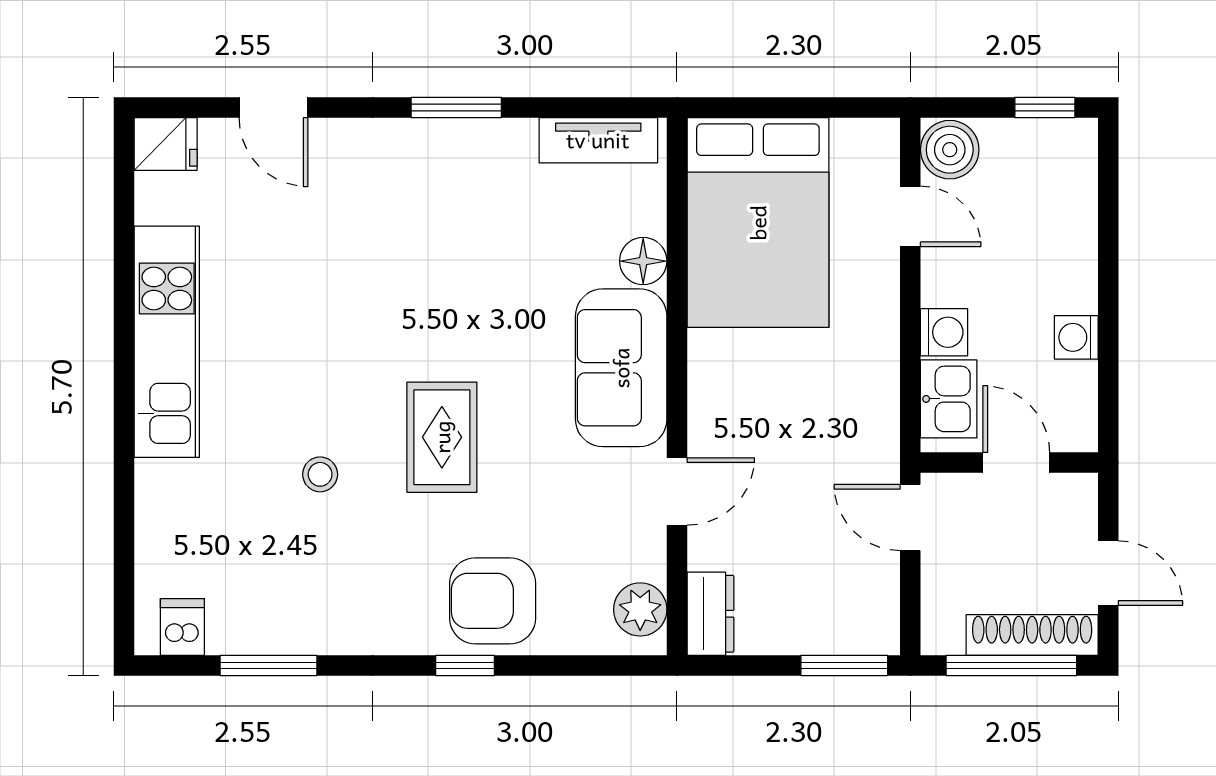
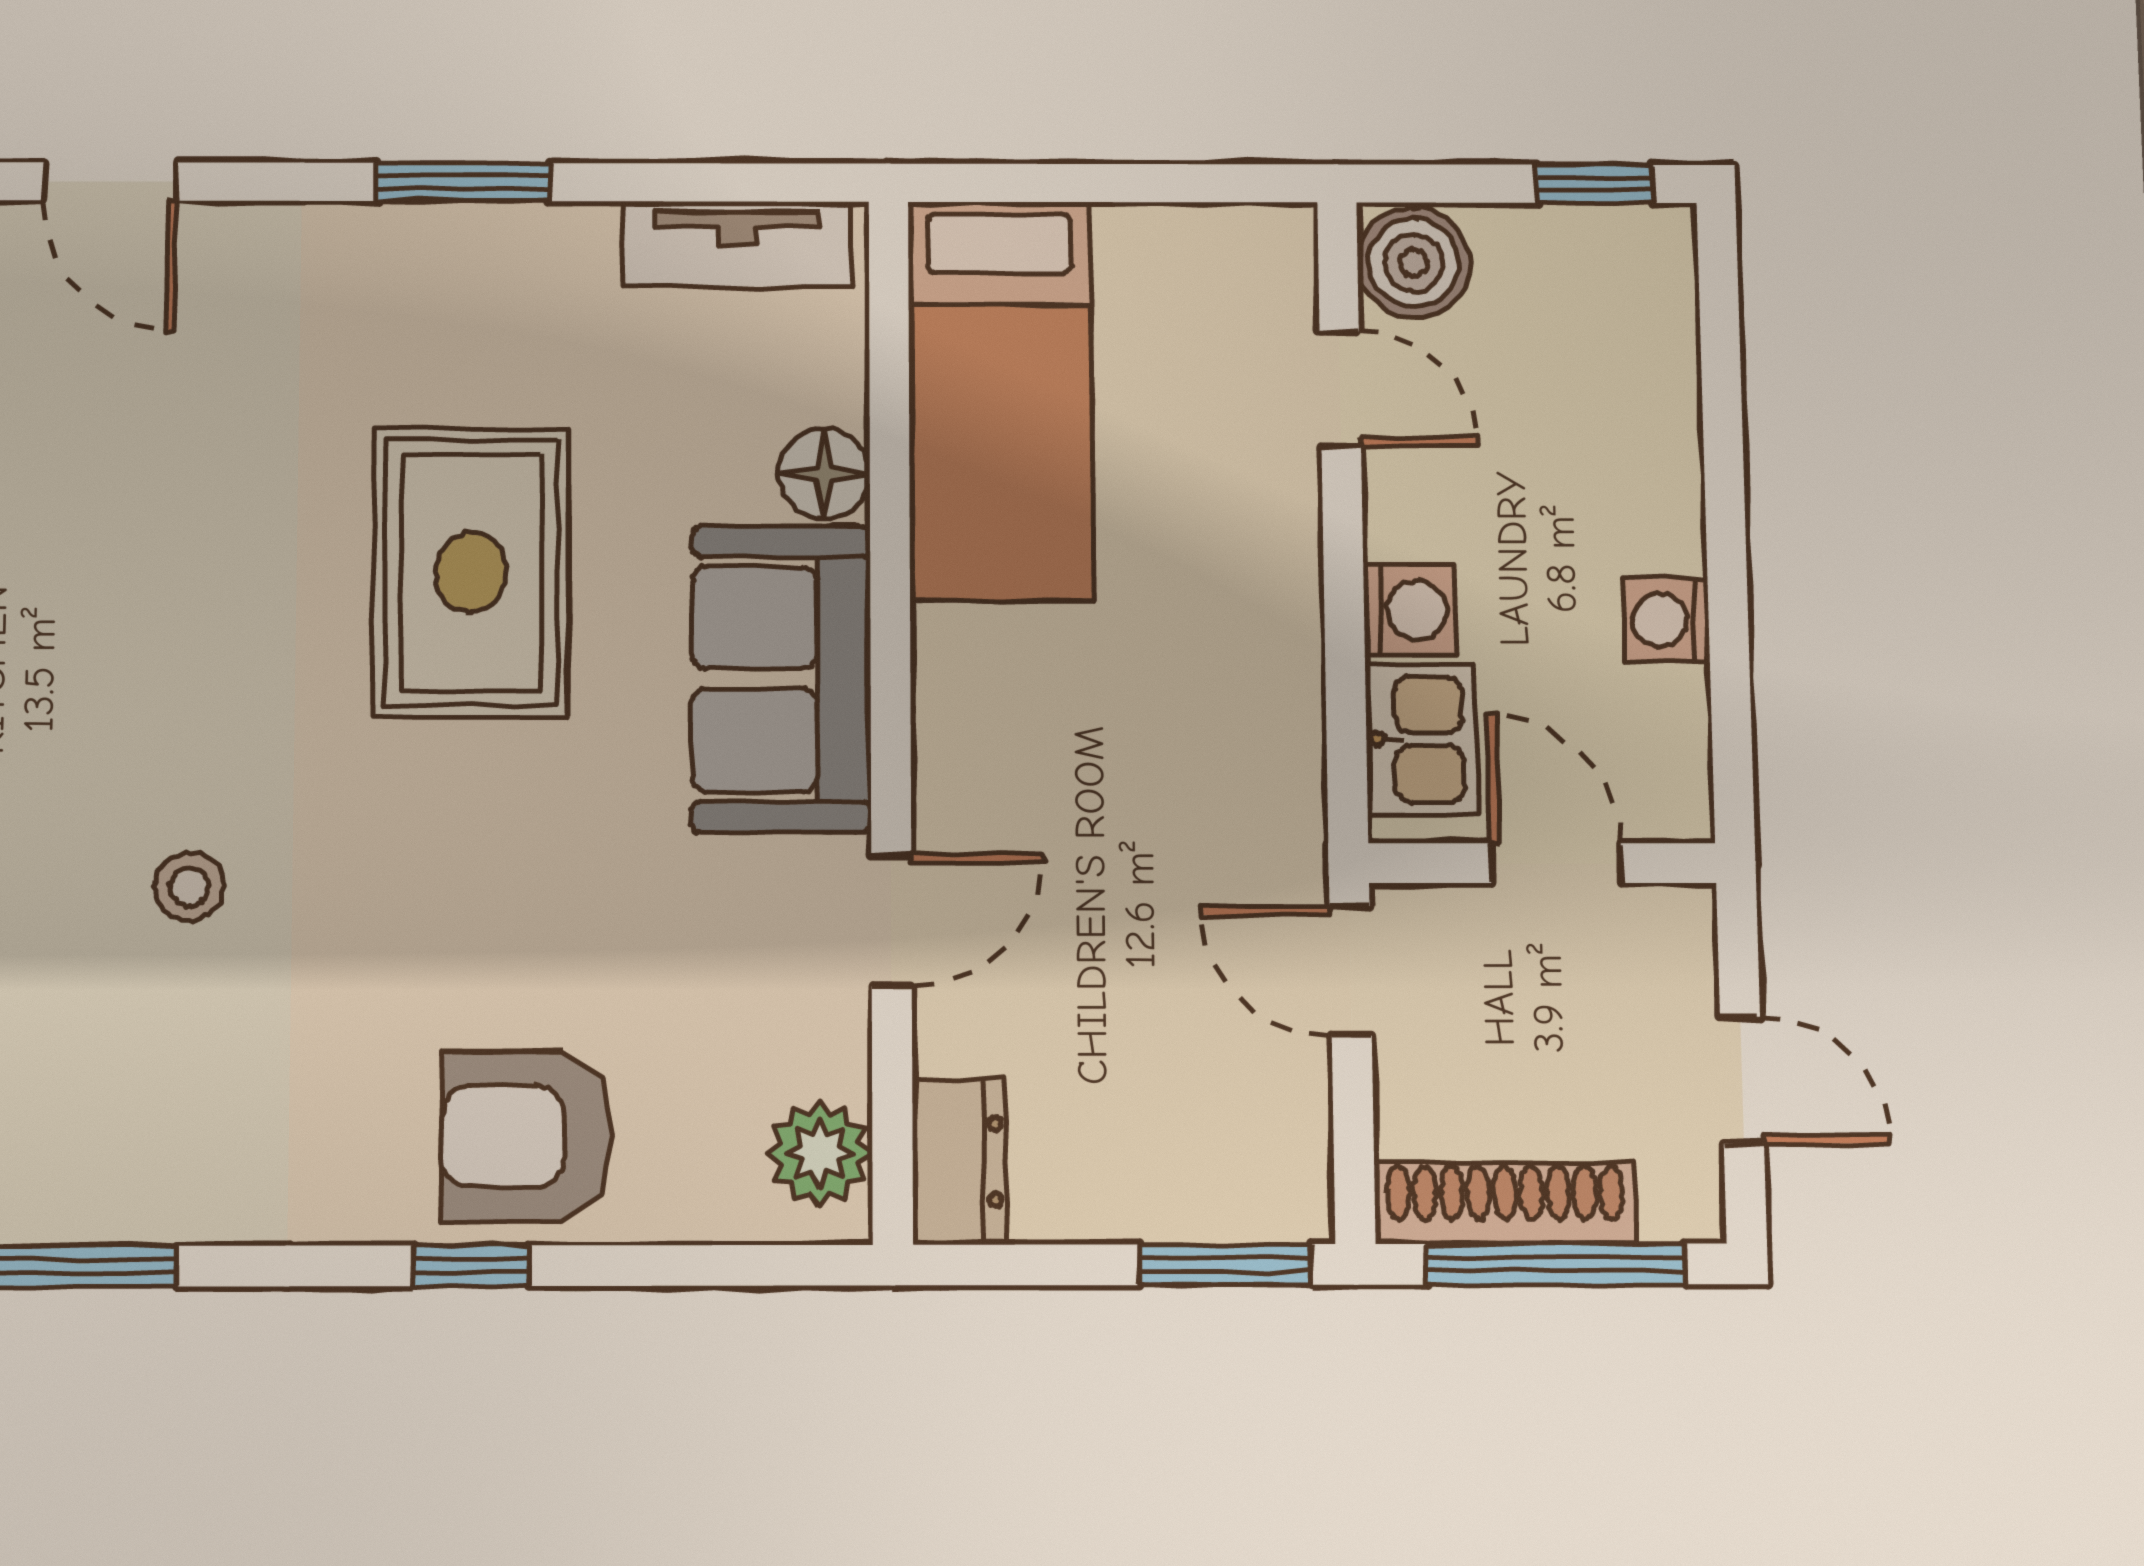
bed: (758, 223) -> (1000, 400), width x0.67
rug: (442, 437) -> (471, 572), moved, width x1.36, depth x1.43
shoe rack: (1032, 635) -> (1505, 1203), moved

